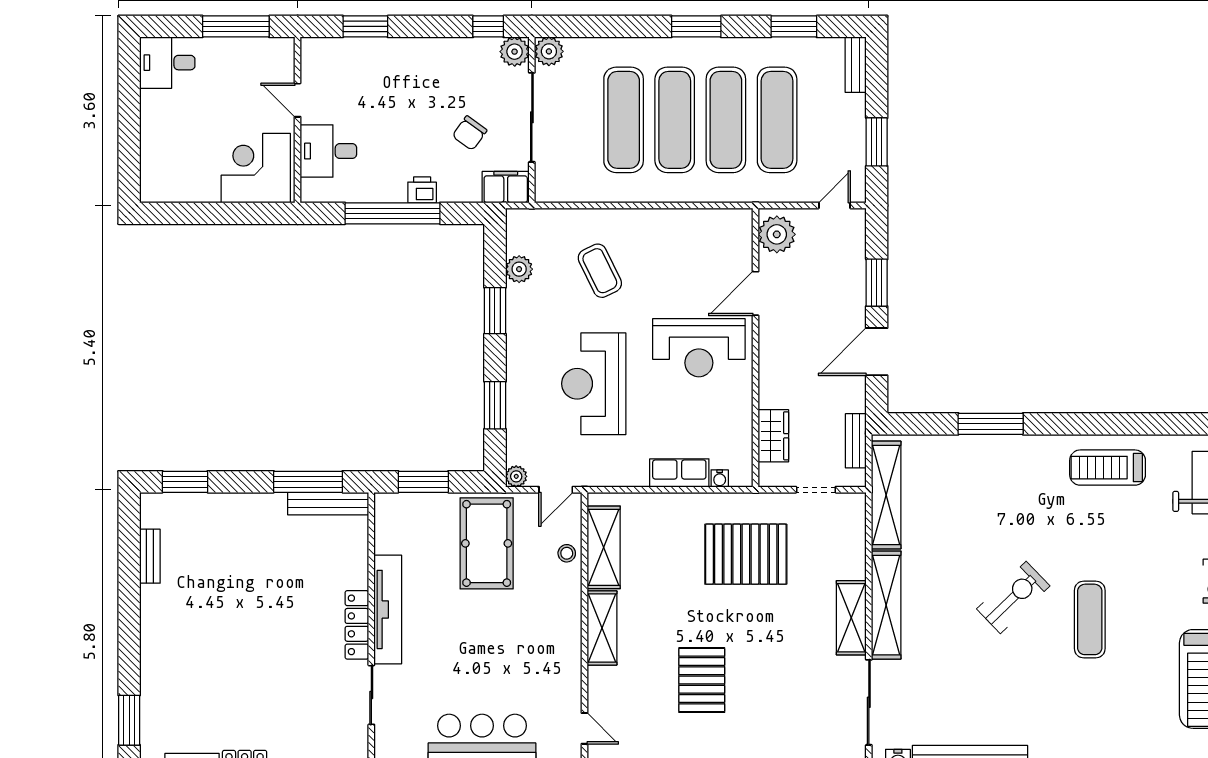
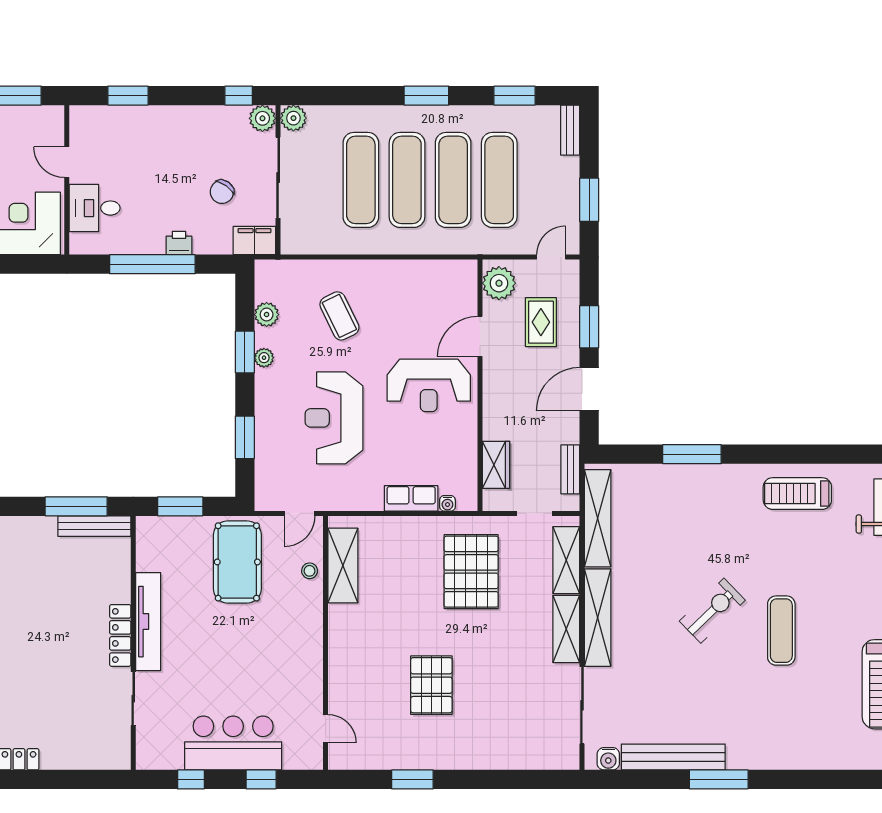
rug: (823, 278) -> (541, 322), added
plant: (516, 476) -> (264, 358), moved
pallet: (746, 554) -> (471, 572), turned 90
shelving: (602, 628) -> (566, 560), moved

